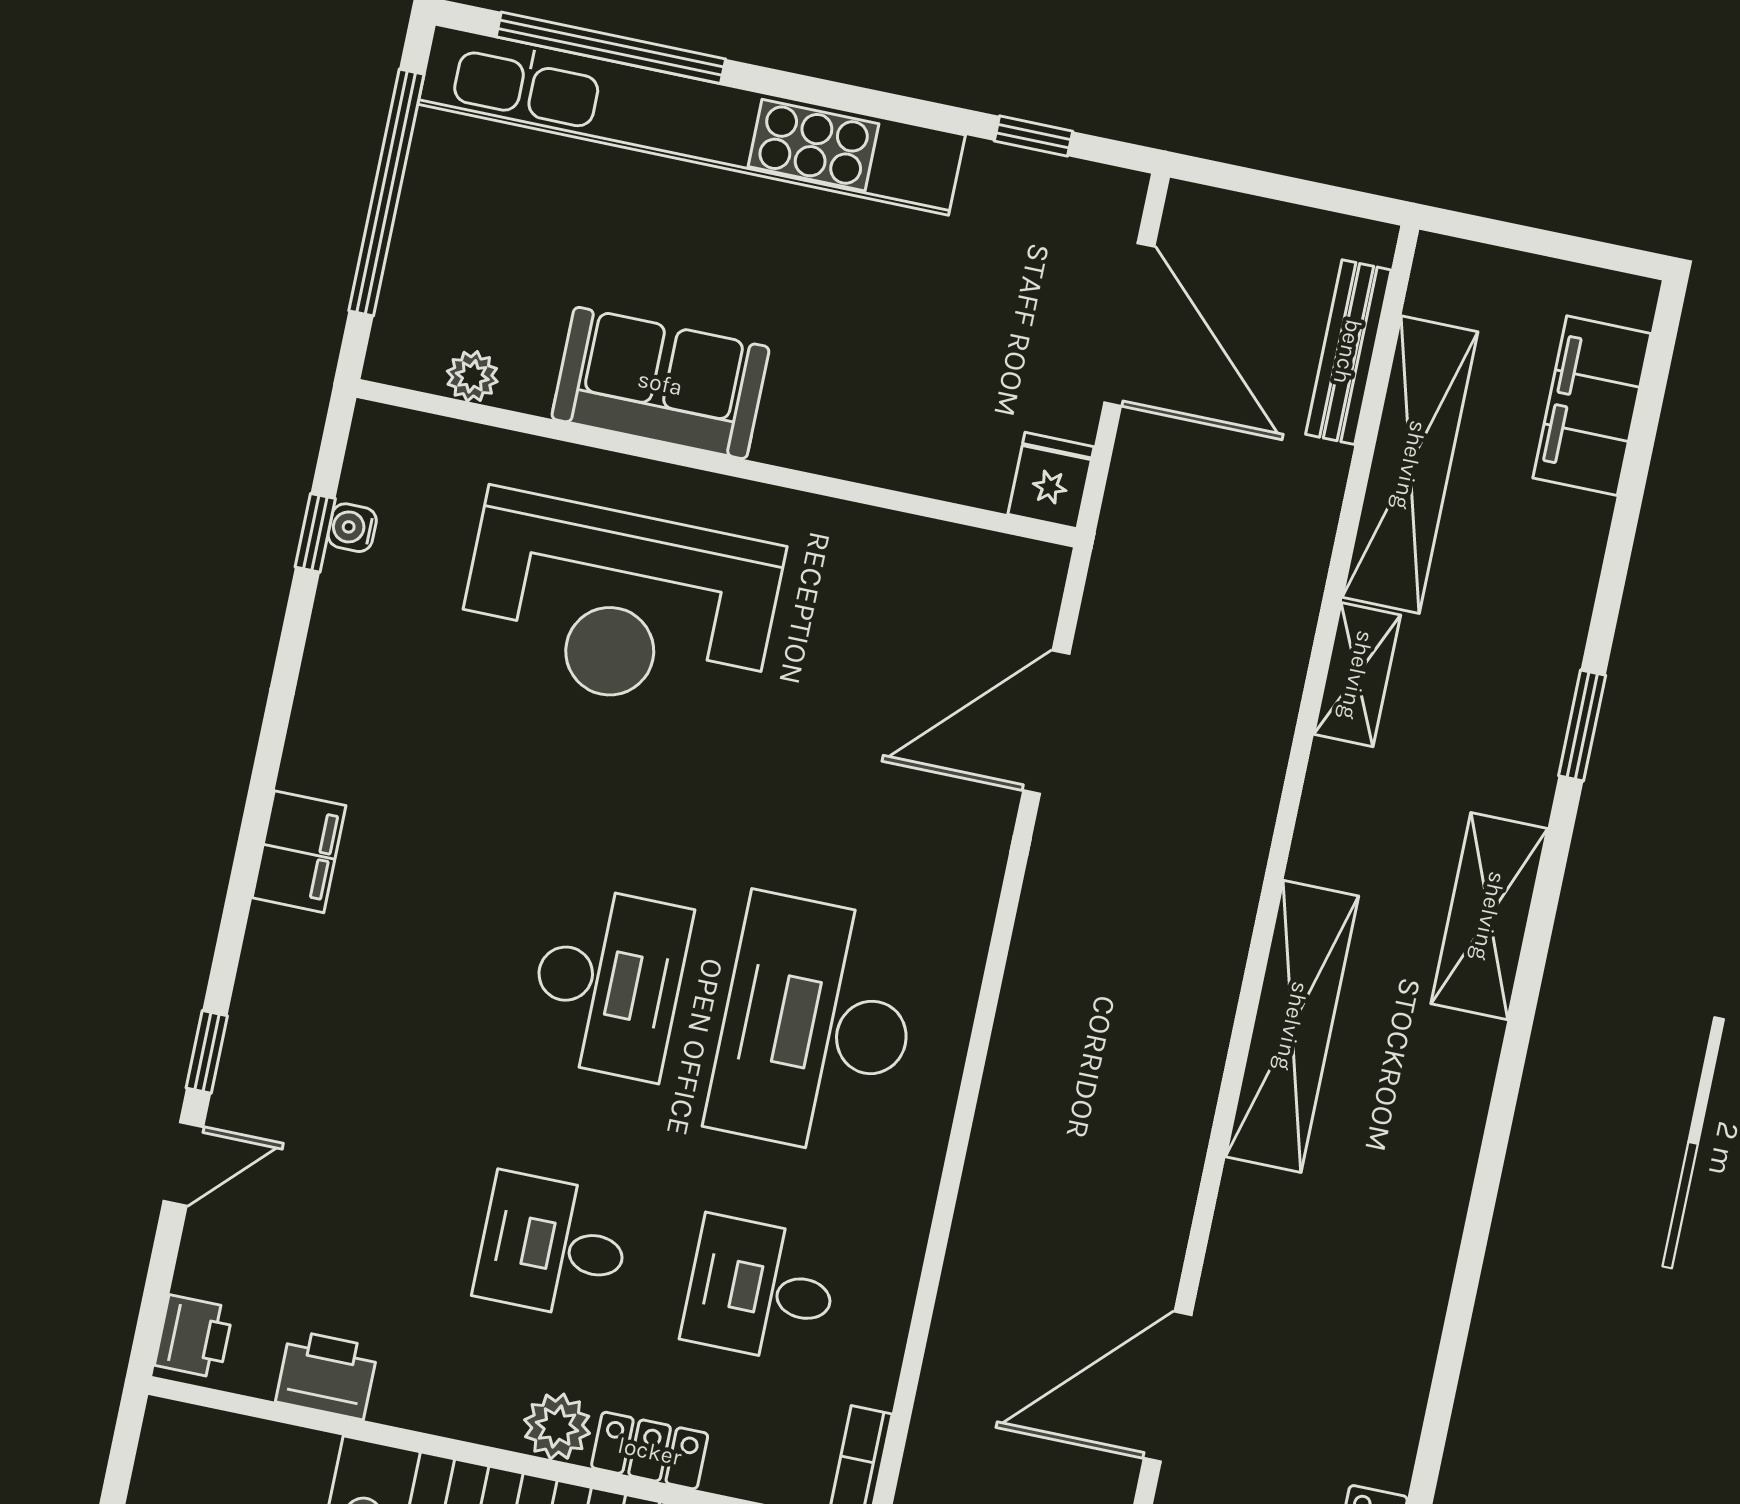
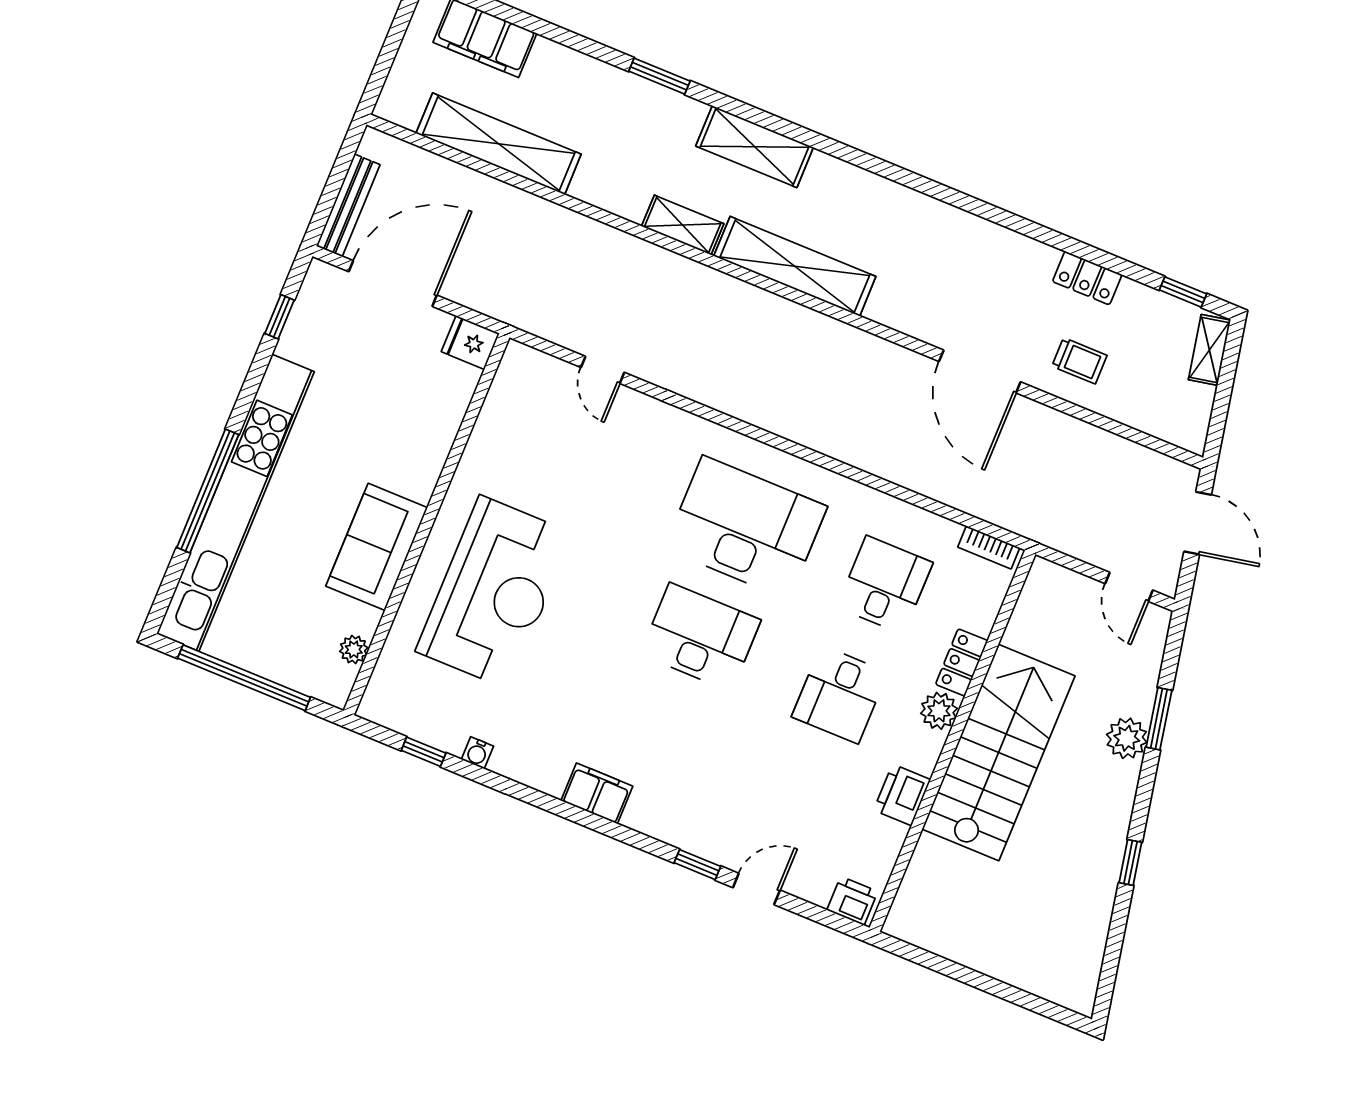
window: (611, 48) -> (208, 491), moved
bench: (1348, 352) -> (348, 205), moved, turned 90
water cooler: (352, 528) -> (477, 753), moved
shelving: (1357, 675) -> (683, 225), moved
door: (1046, 722) -> (603, 370), width x0.53
desk: (816, 1026) -> (746, 527), turned 180
door: (183, 1164) -> (756, 889), hinge flipped
desk: (761, 1290) -> (885, 585), turned 180
printer: (327, 1375) -> (902, 795), moved

